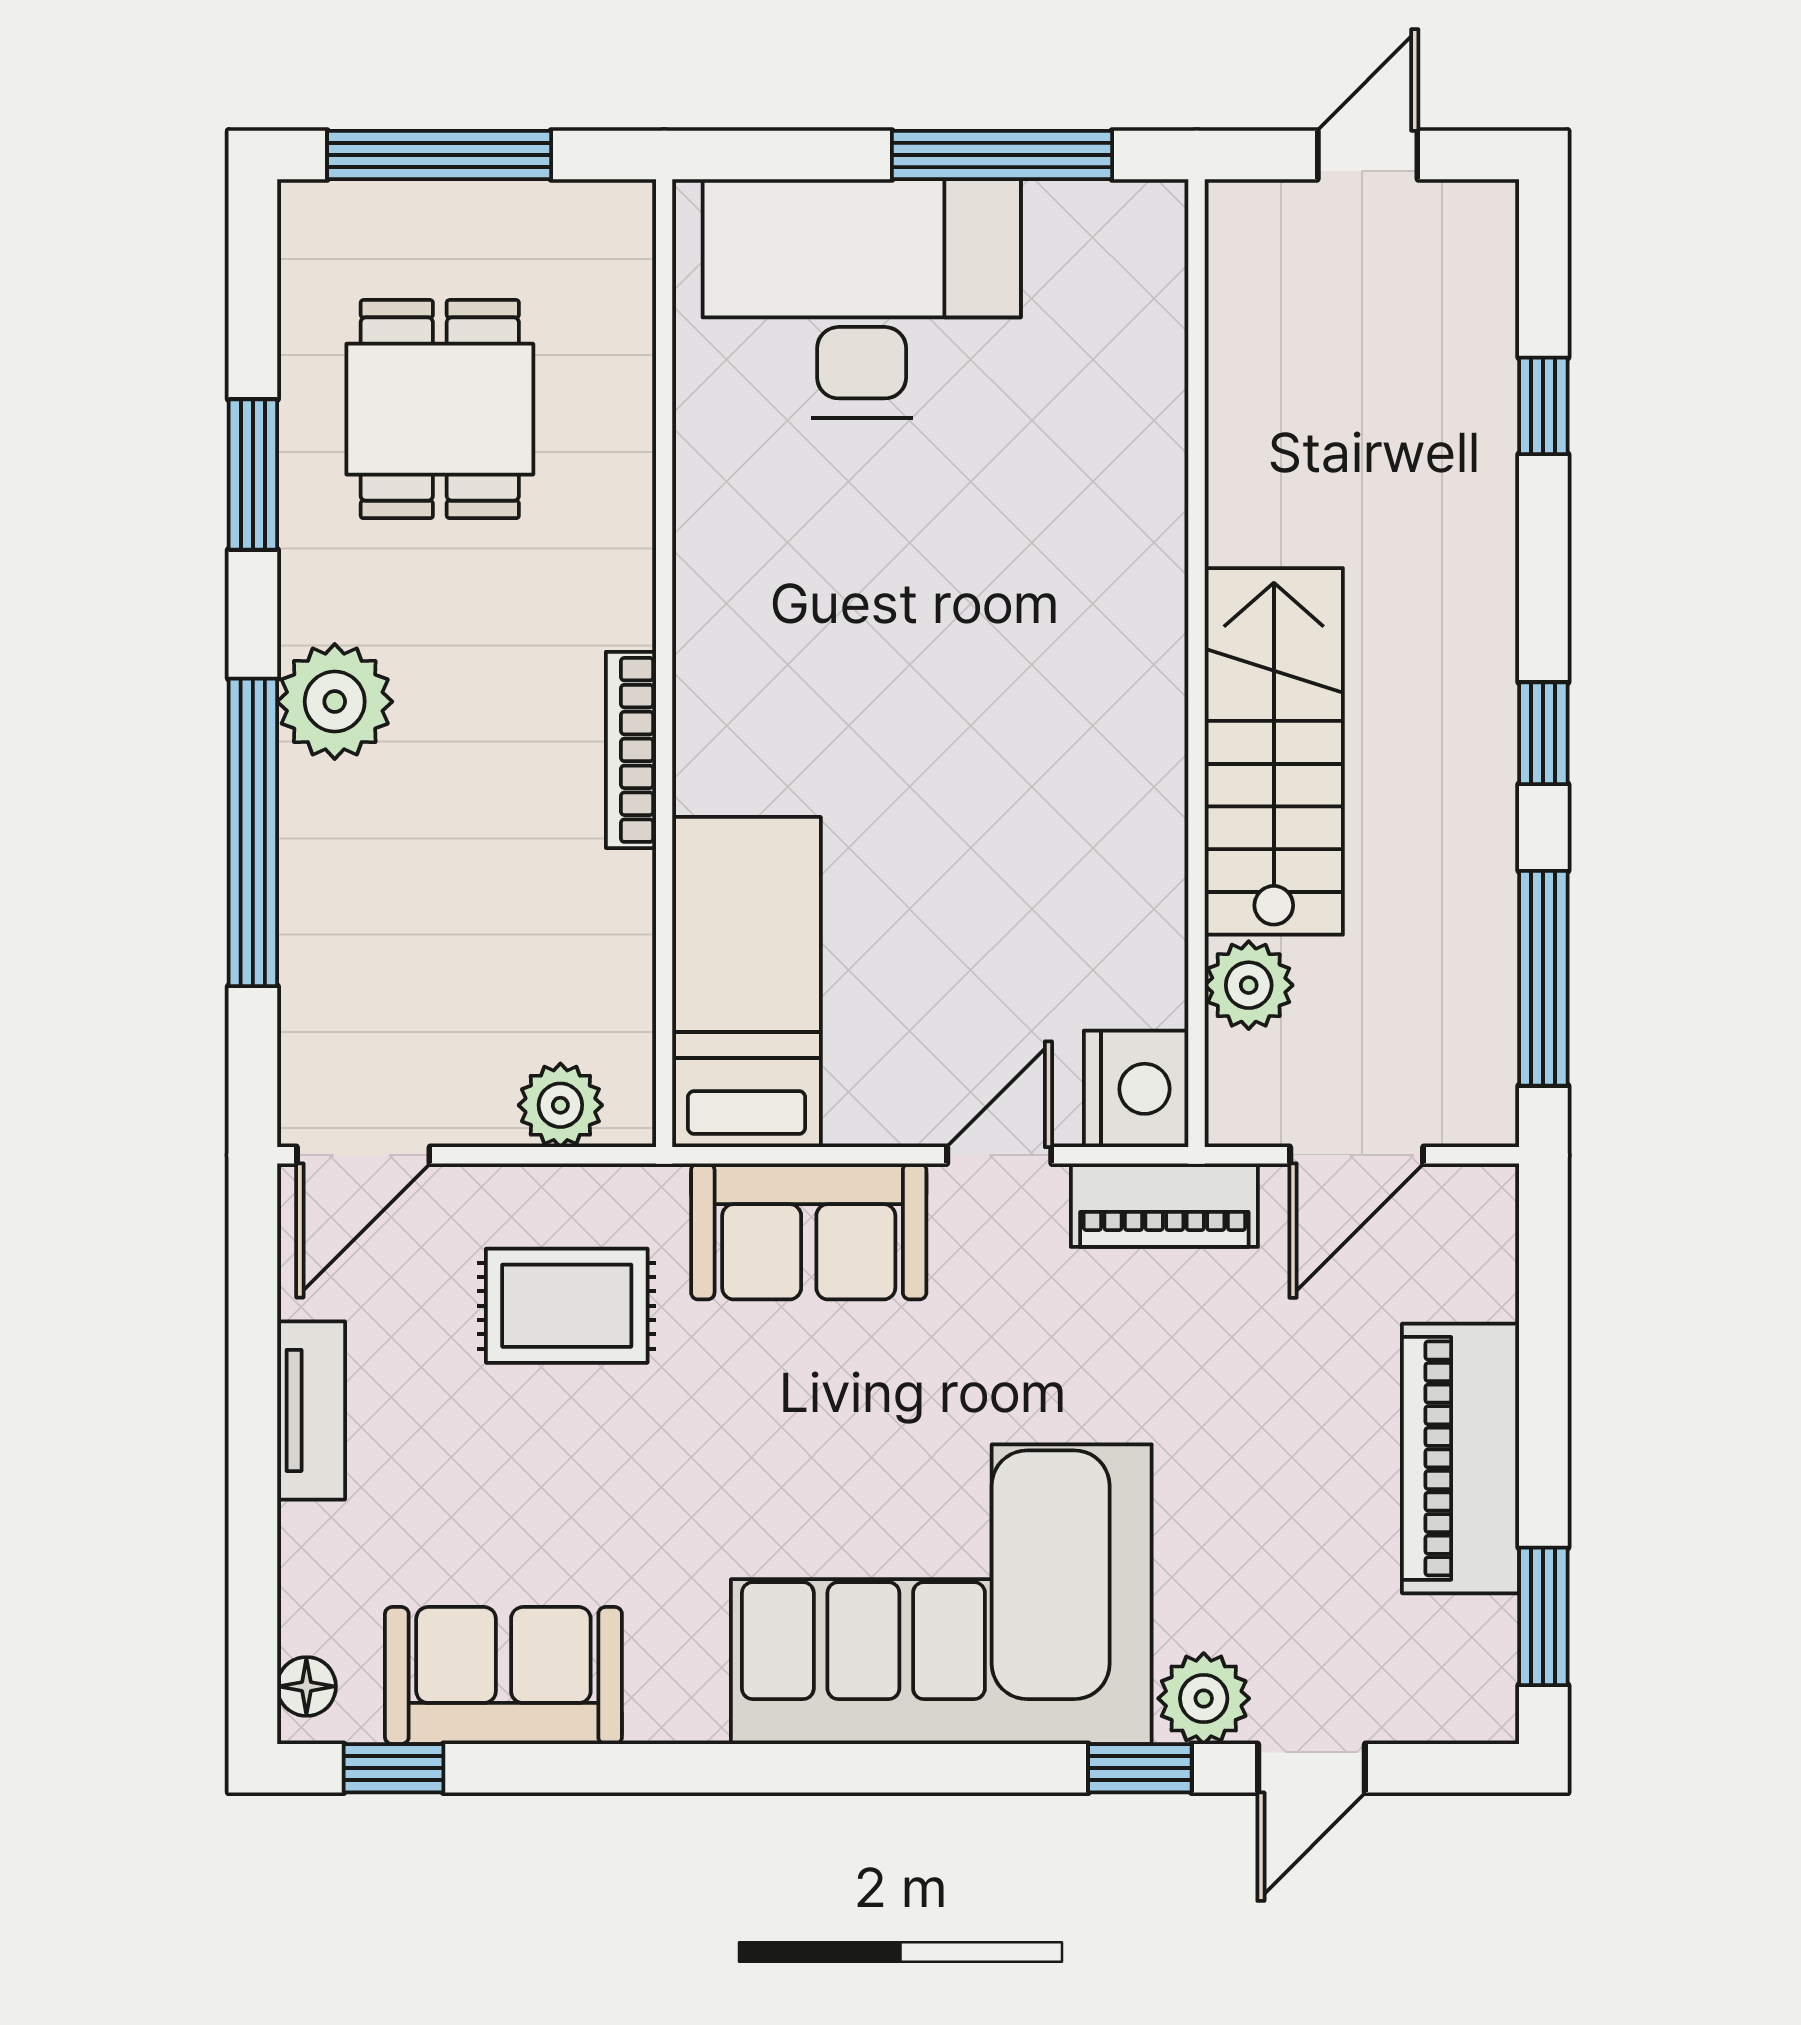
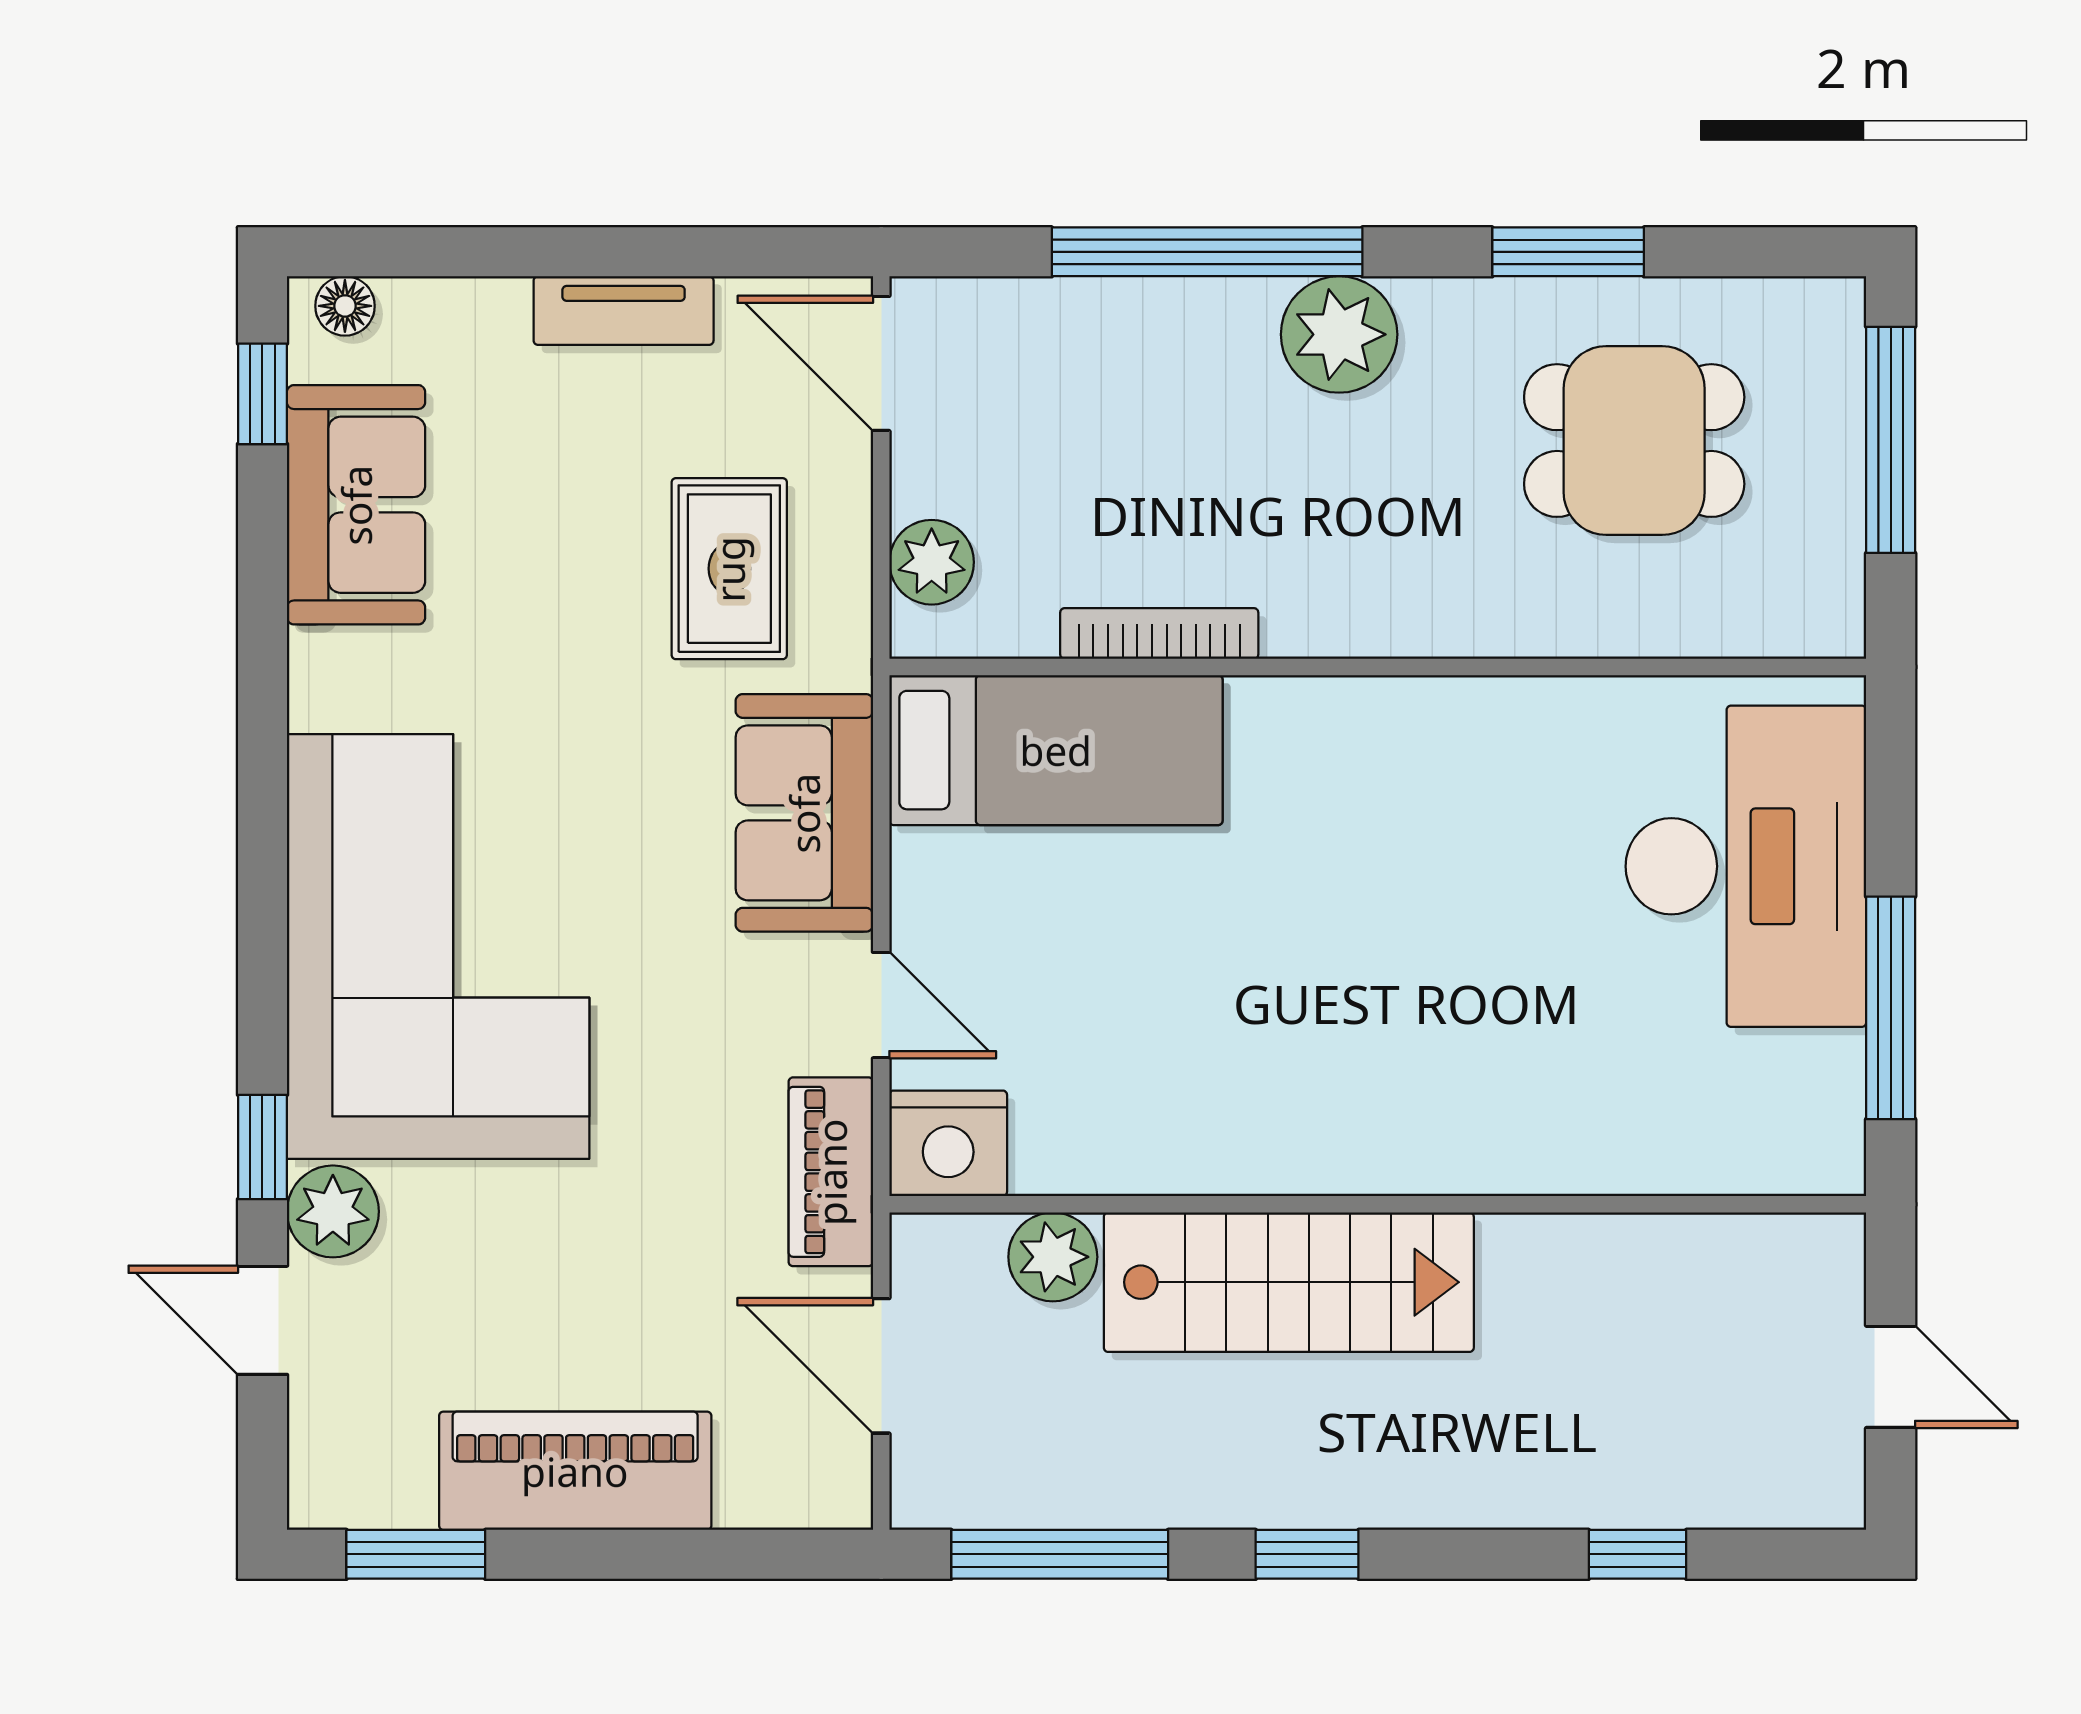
bookcase: (631, 750) -> (1159, 633), moved

